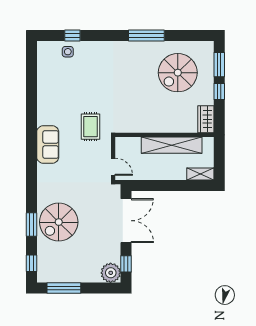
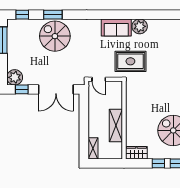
plant: (46, 115) -> (140, 26), added
rug: (90, 127) -> (130, 61), width x1.36, depth x1.43
shelving: (172, 145) -> (116, 126), width x0.68
door: (113, 167) -> (99, 79), hinge flipped

